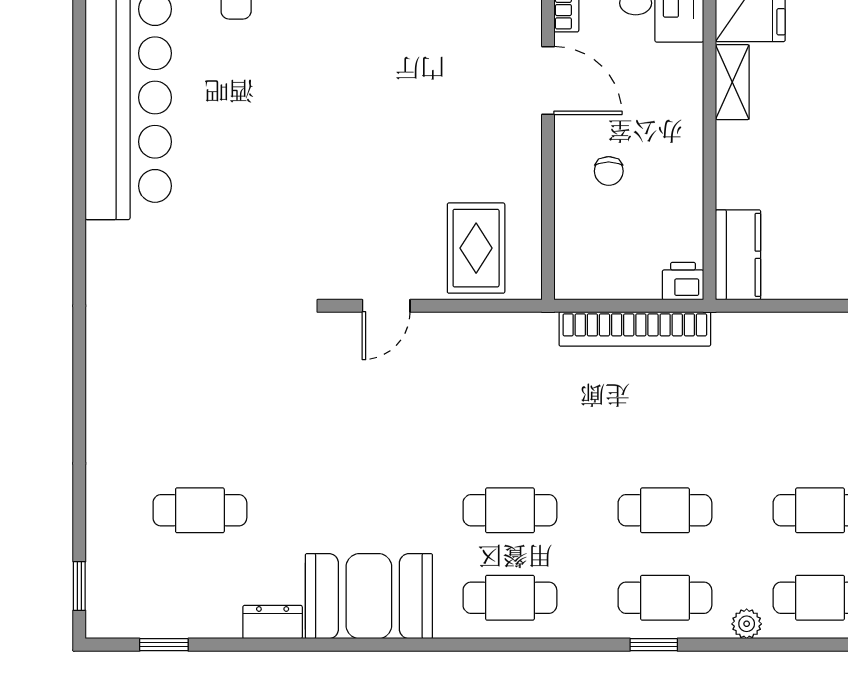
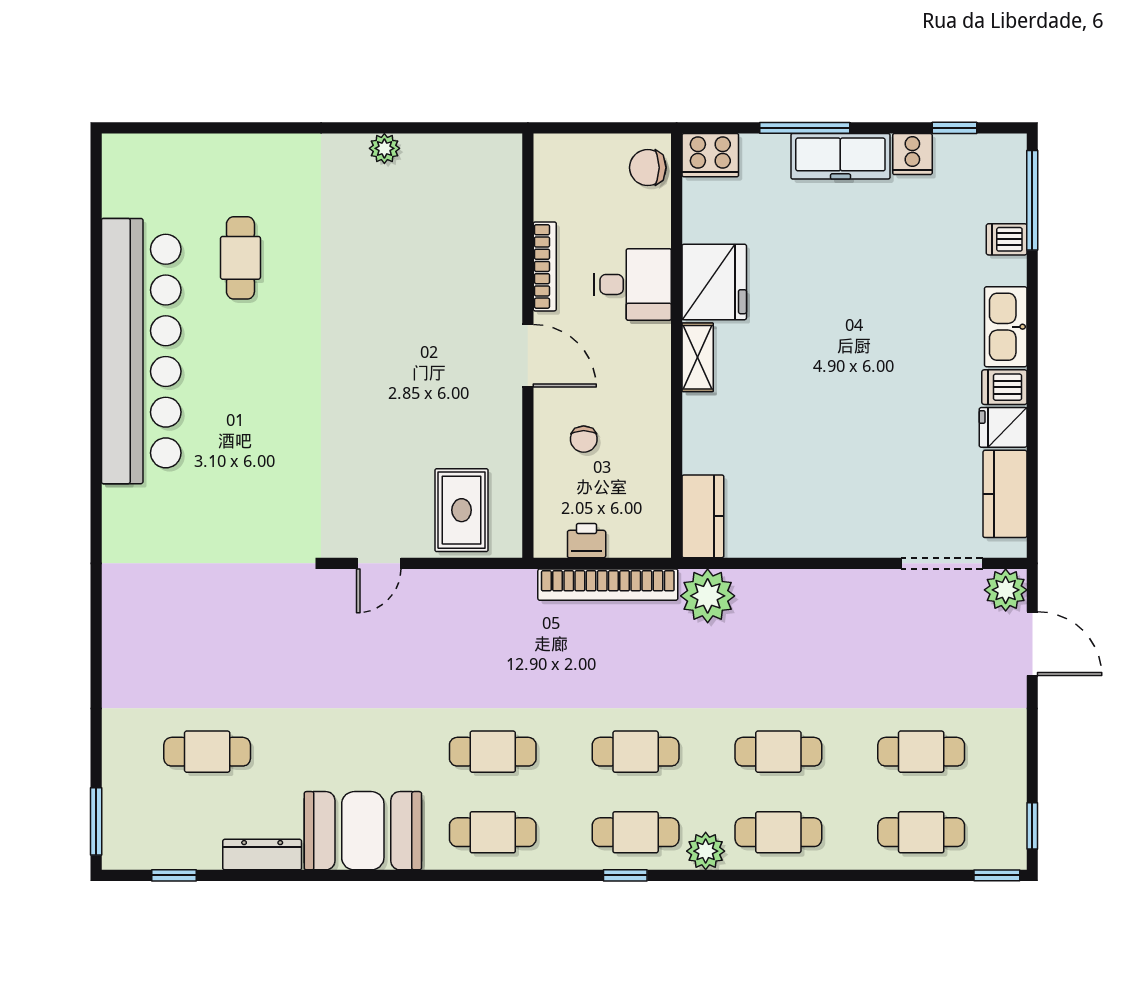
printer: (683, 281) -> (587, 541), moved
plant: (743, 341) -> (708, 596), added
window: (79, 586) -> (96, 821), width x1.50
dresser: (273, 622) -> (262, 855), width x1.44
plant: (747, 624) -> (706, 851), width x1.38, depth x1.38

